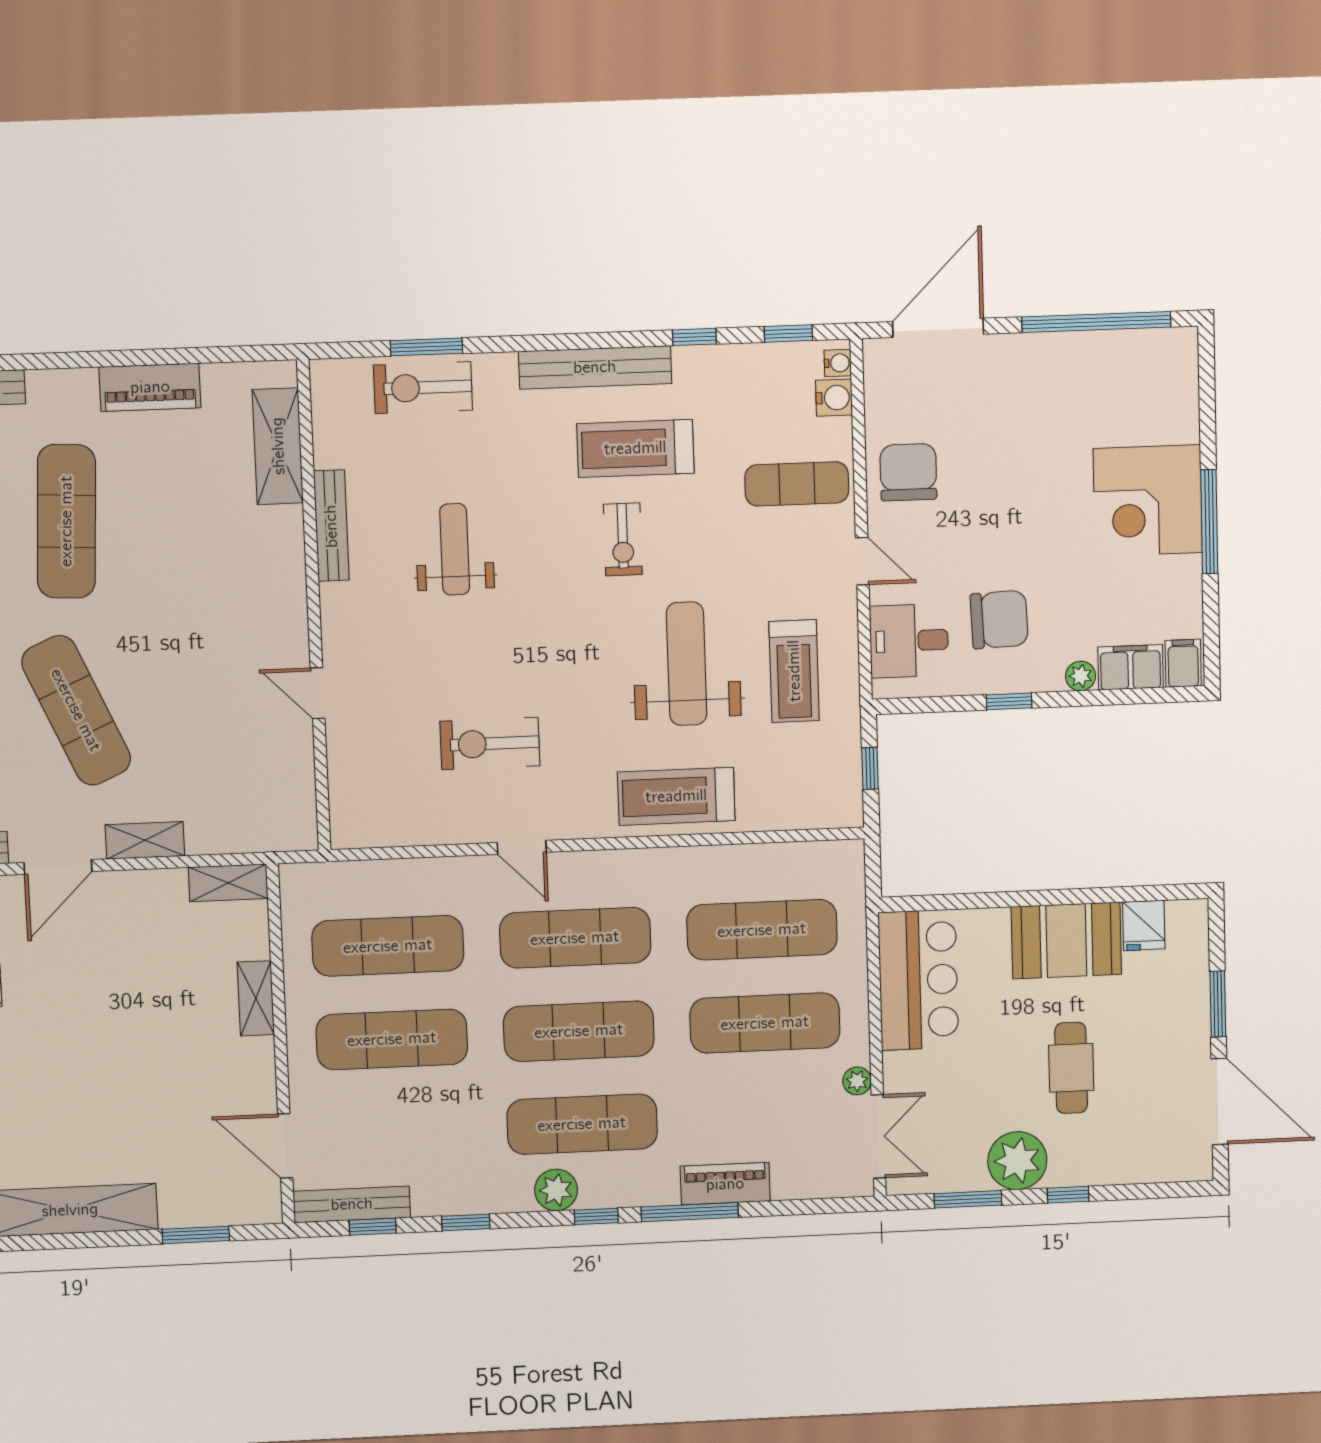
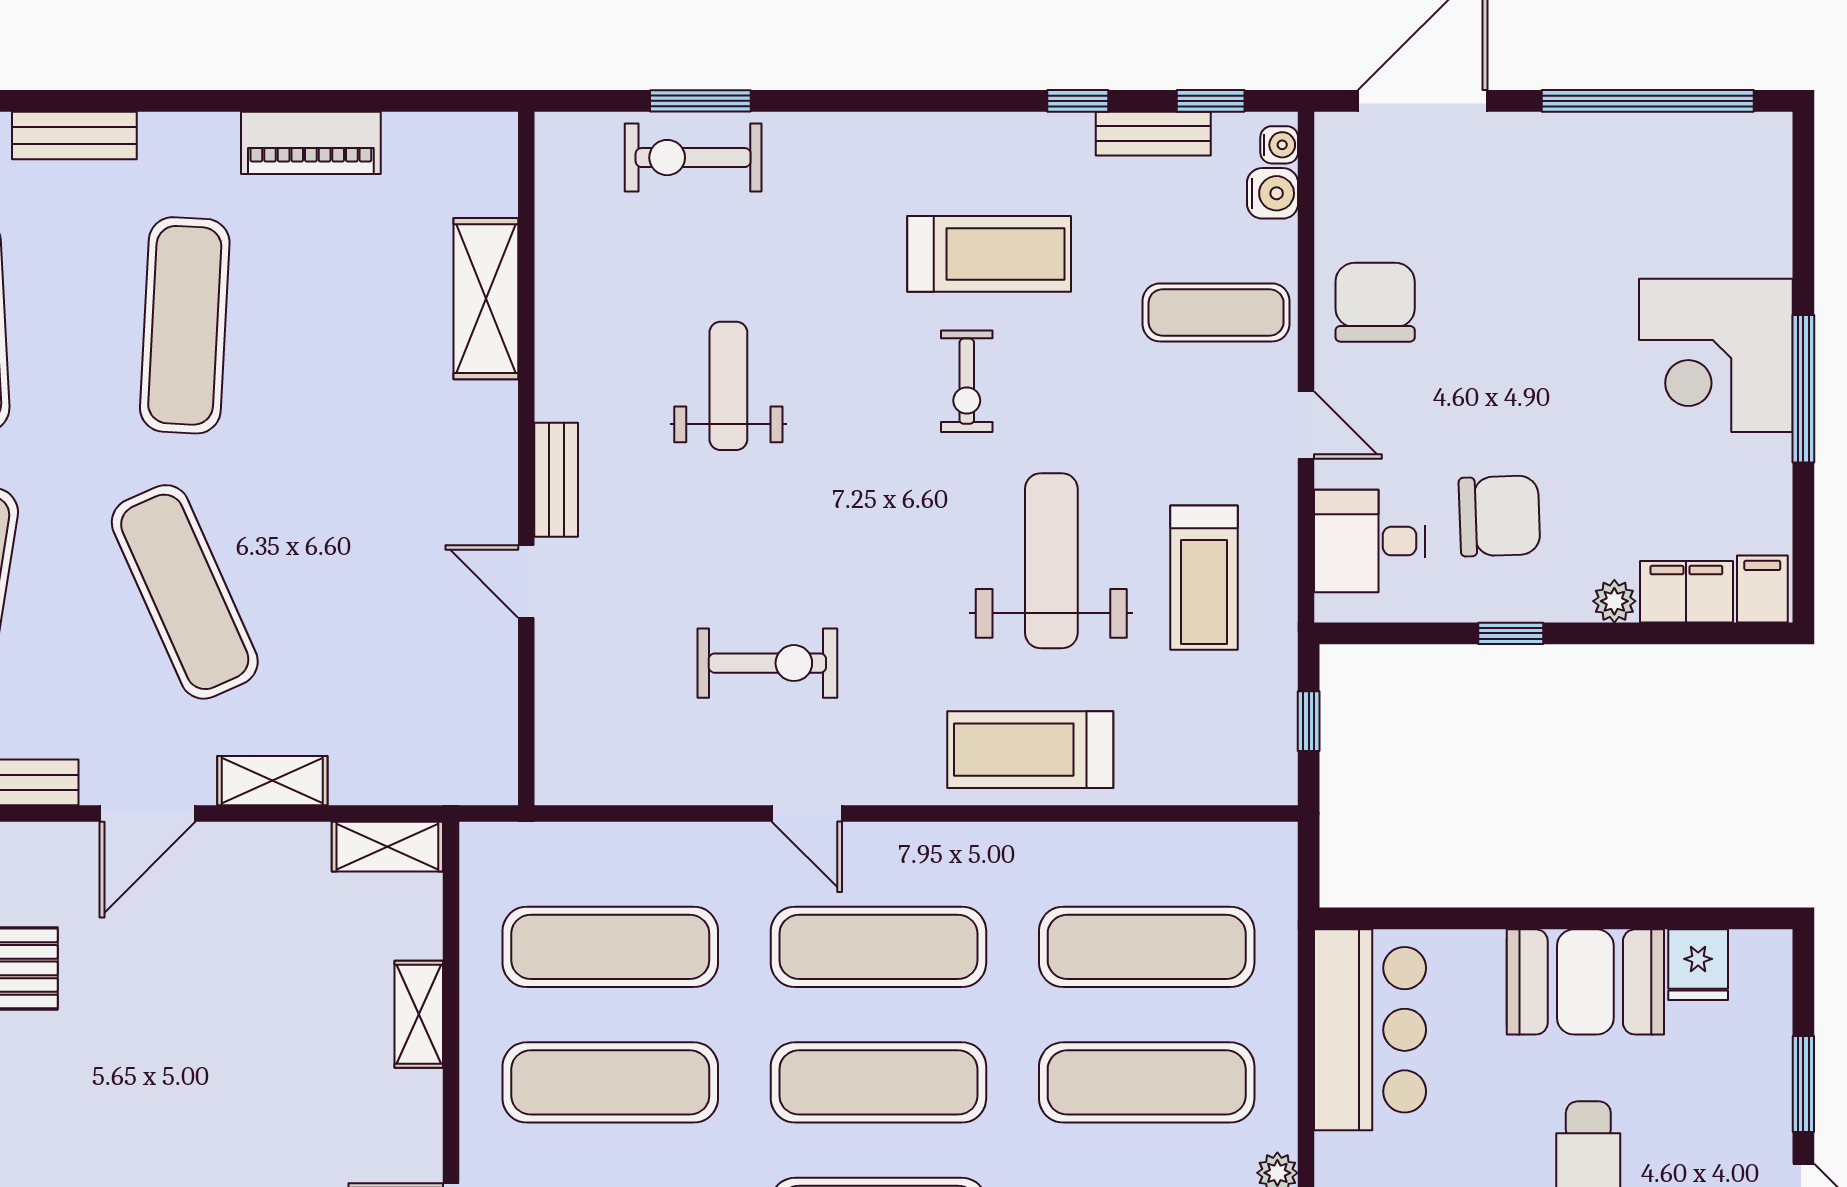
bench: (595, 367) -> (1153, 134), moved, width x0.54, depth x0.82
shelving: (278, 446) -> (486, 299), moved
treadmill: (635, 448) -> (989, 254), turned 180
bench: (331, 526) -> (556, 480), moved, width x0.73
exercise bike: (490, 744) -> (767, 663), turned 180

